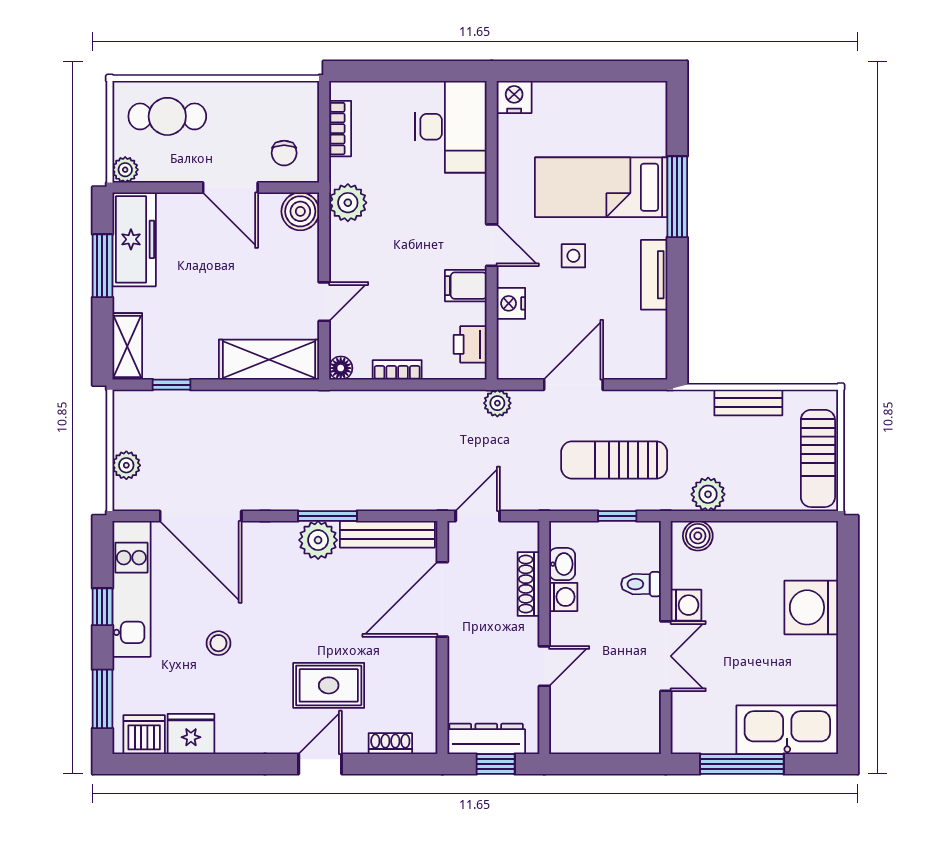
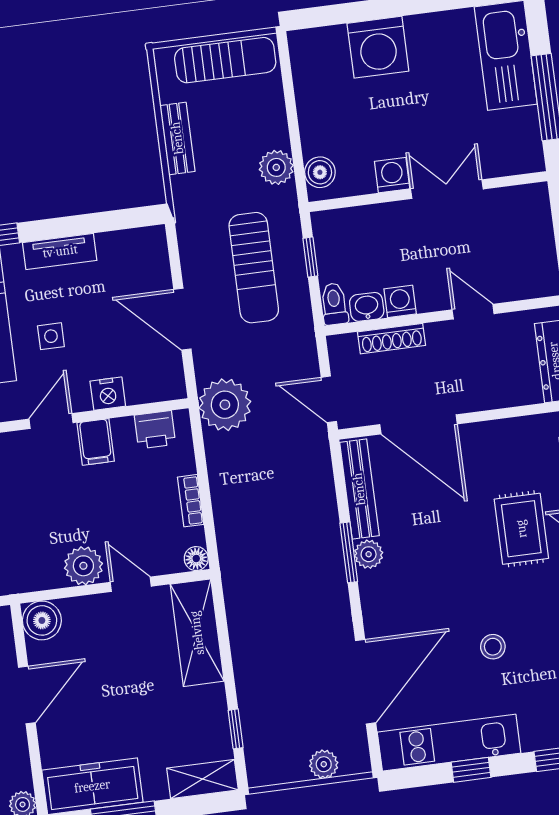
plant: (348, 203) -> (83, 566), moved
plant: (497, 403) -> (225, 405), width x1.88, depth x1.88
plant: (318, 540) -> (369, 554), width x0.73, depth x0.73
toilet: (641, 584) -> (334, 304), moved, turned 180

